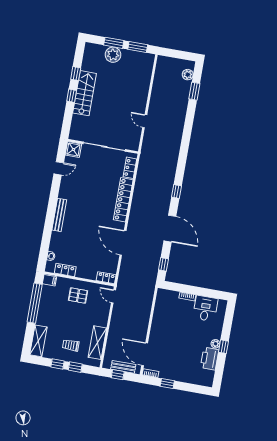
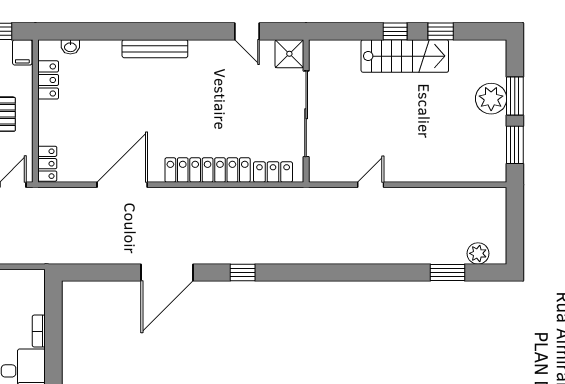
window: (163, 264) -> (94, 273), removed

